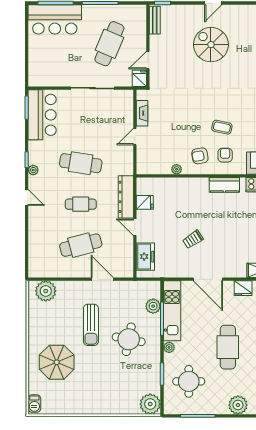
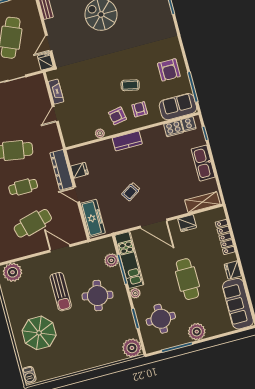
kitchen counter: (224, 185) -> (127, 141), moved
freezer: (145, 257) -> (93, 218), width x1.40
plant: (238, 405) -> (197, 332), moved

